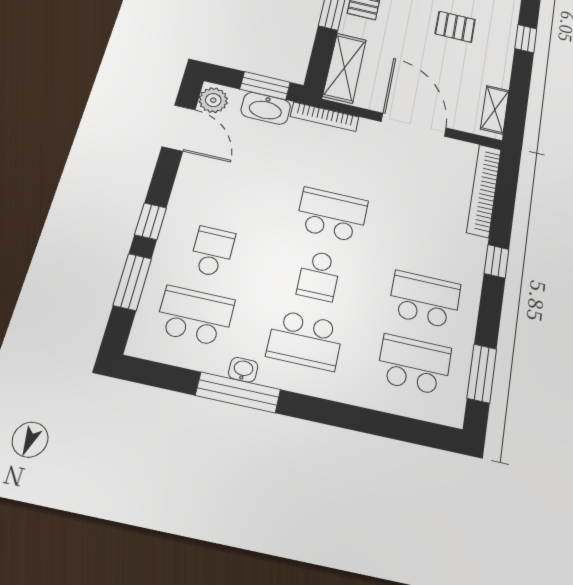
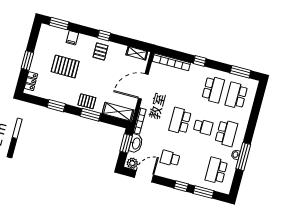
pallet: (455, 27) -> (100, 51), moved
school desk: (212, 252) -> (170, 158), moved
school desk: (425, 299) -> (213, 89), turned 180

